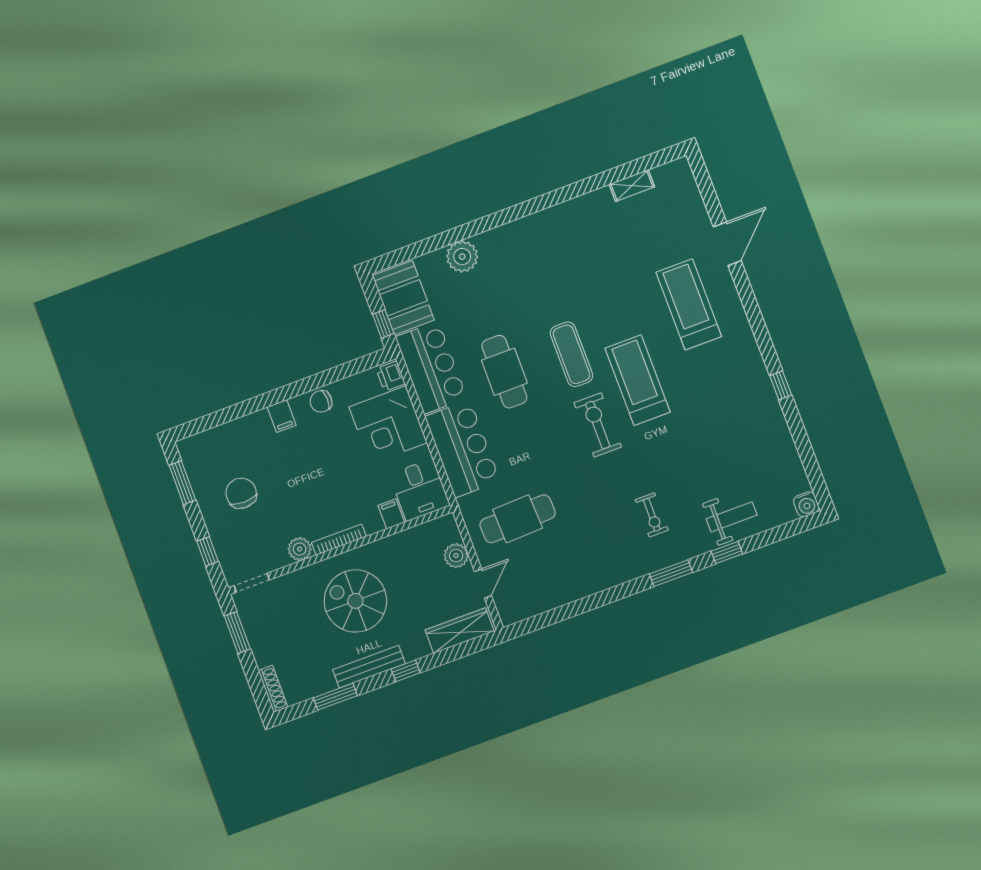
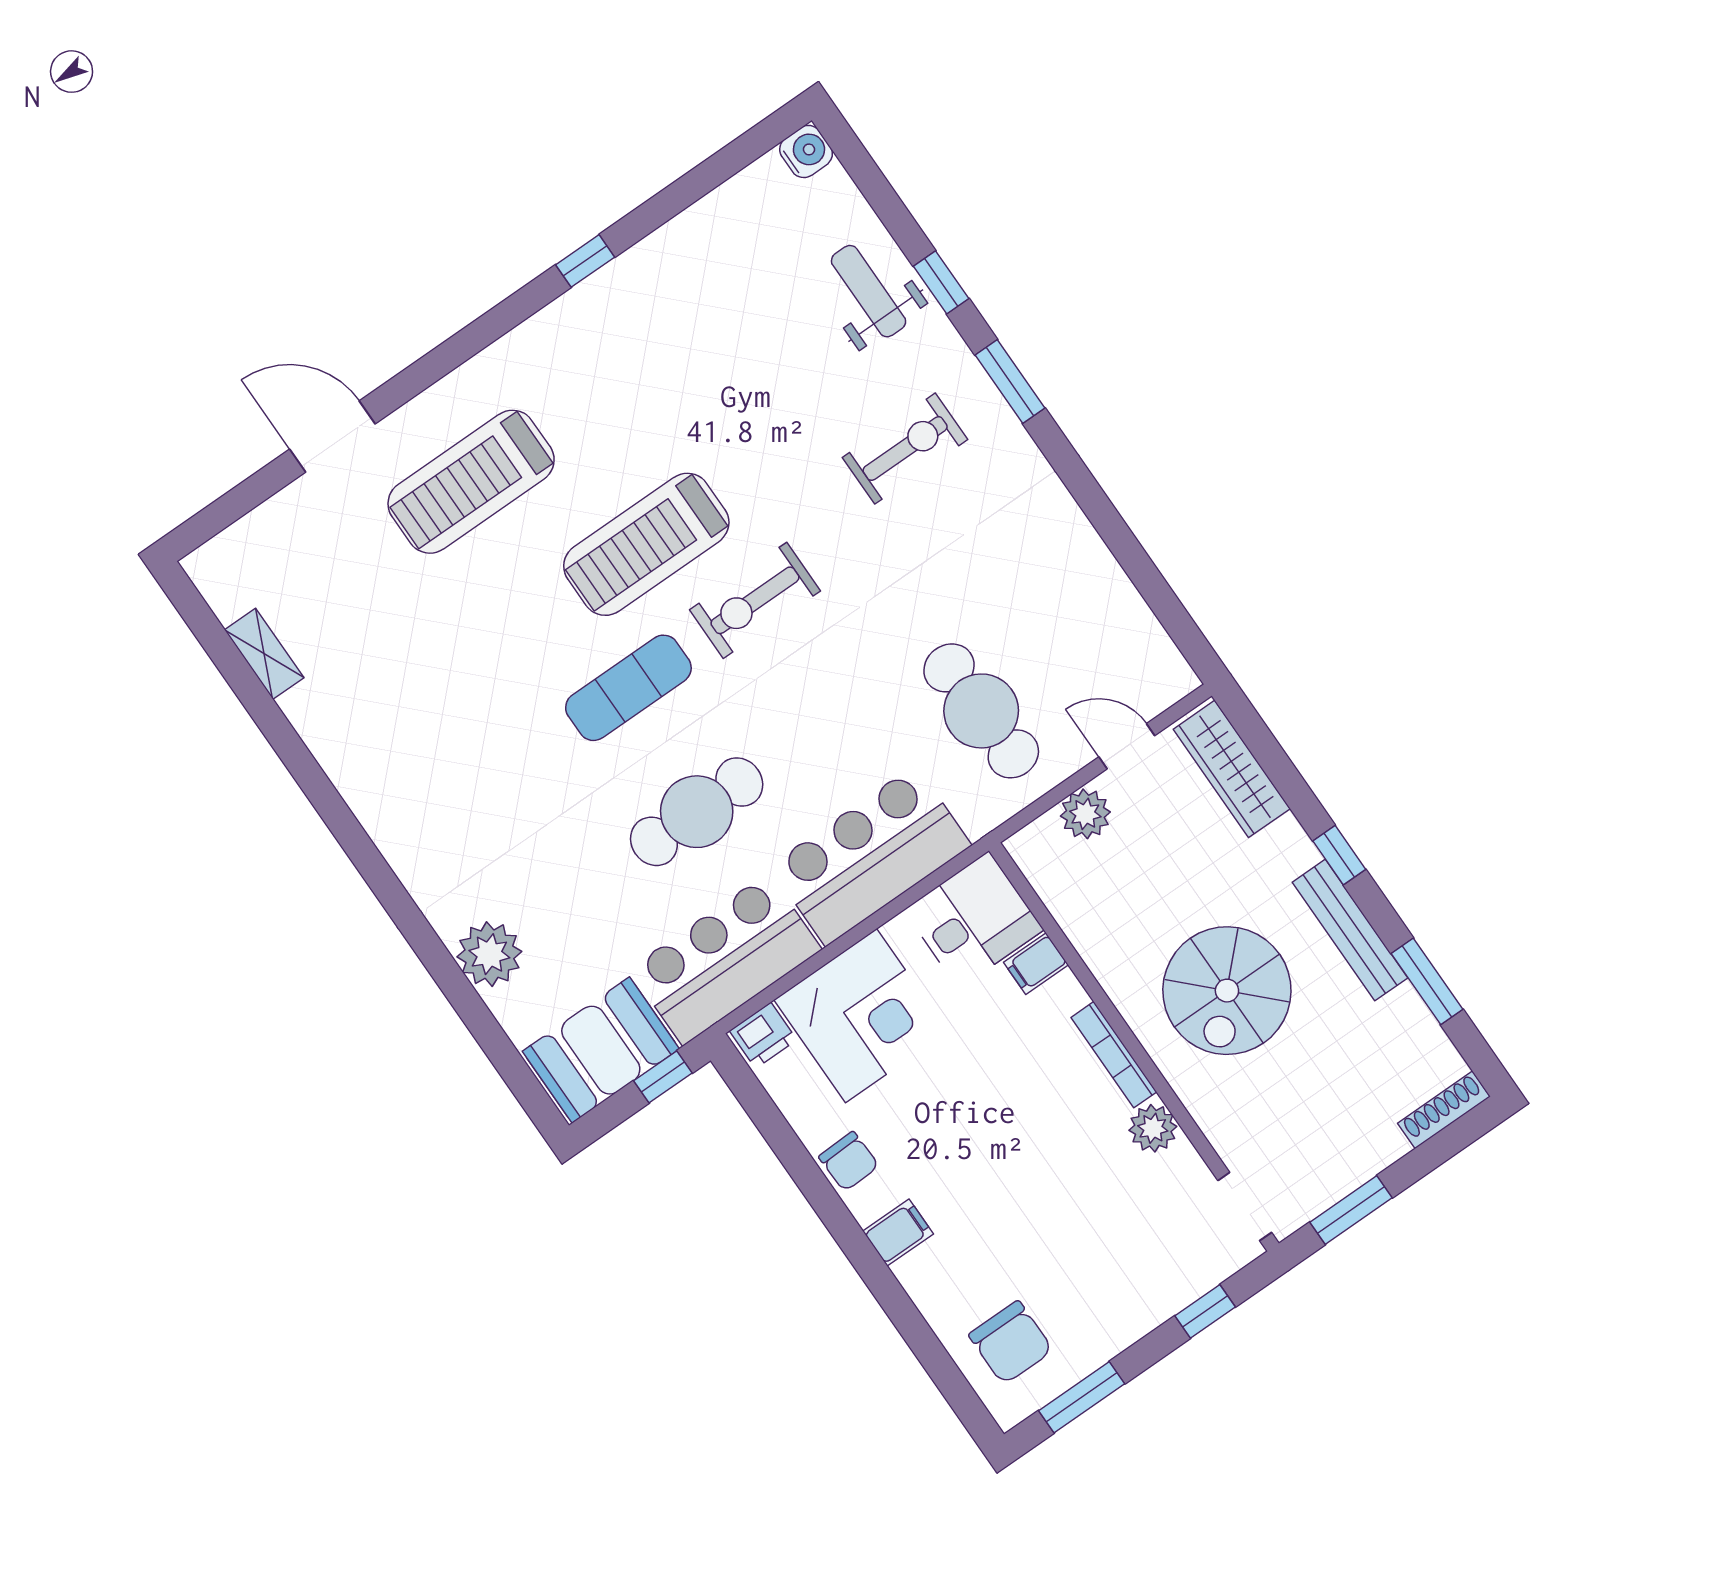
chair: (241, 493) -> (1011, 1342), moved, turned -90
exercise bike: (652, 515) -> (905, 449), width x1.38, depth x1.39

